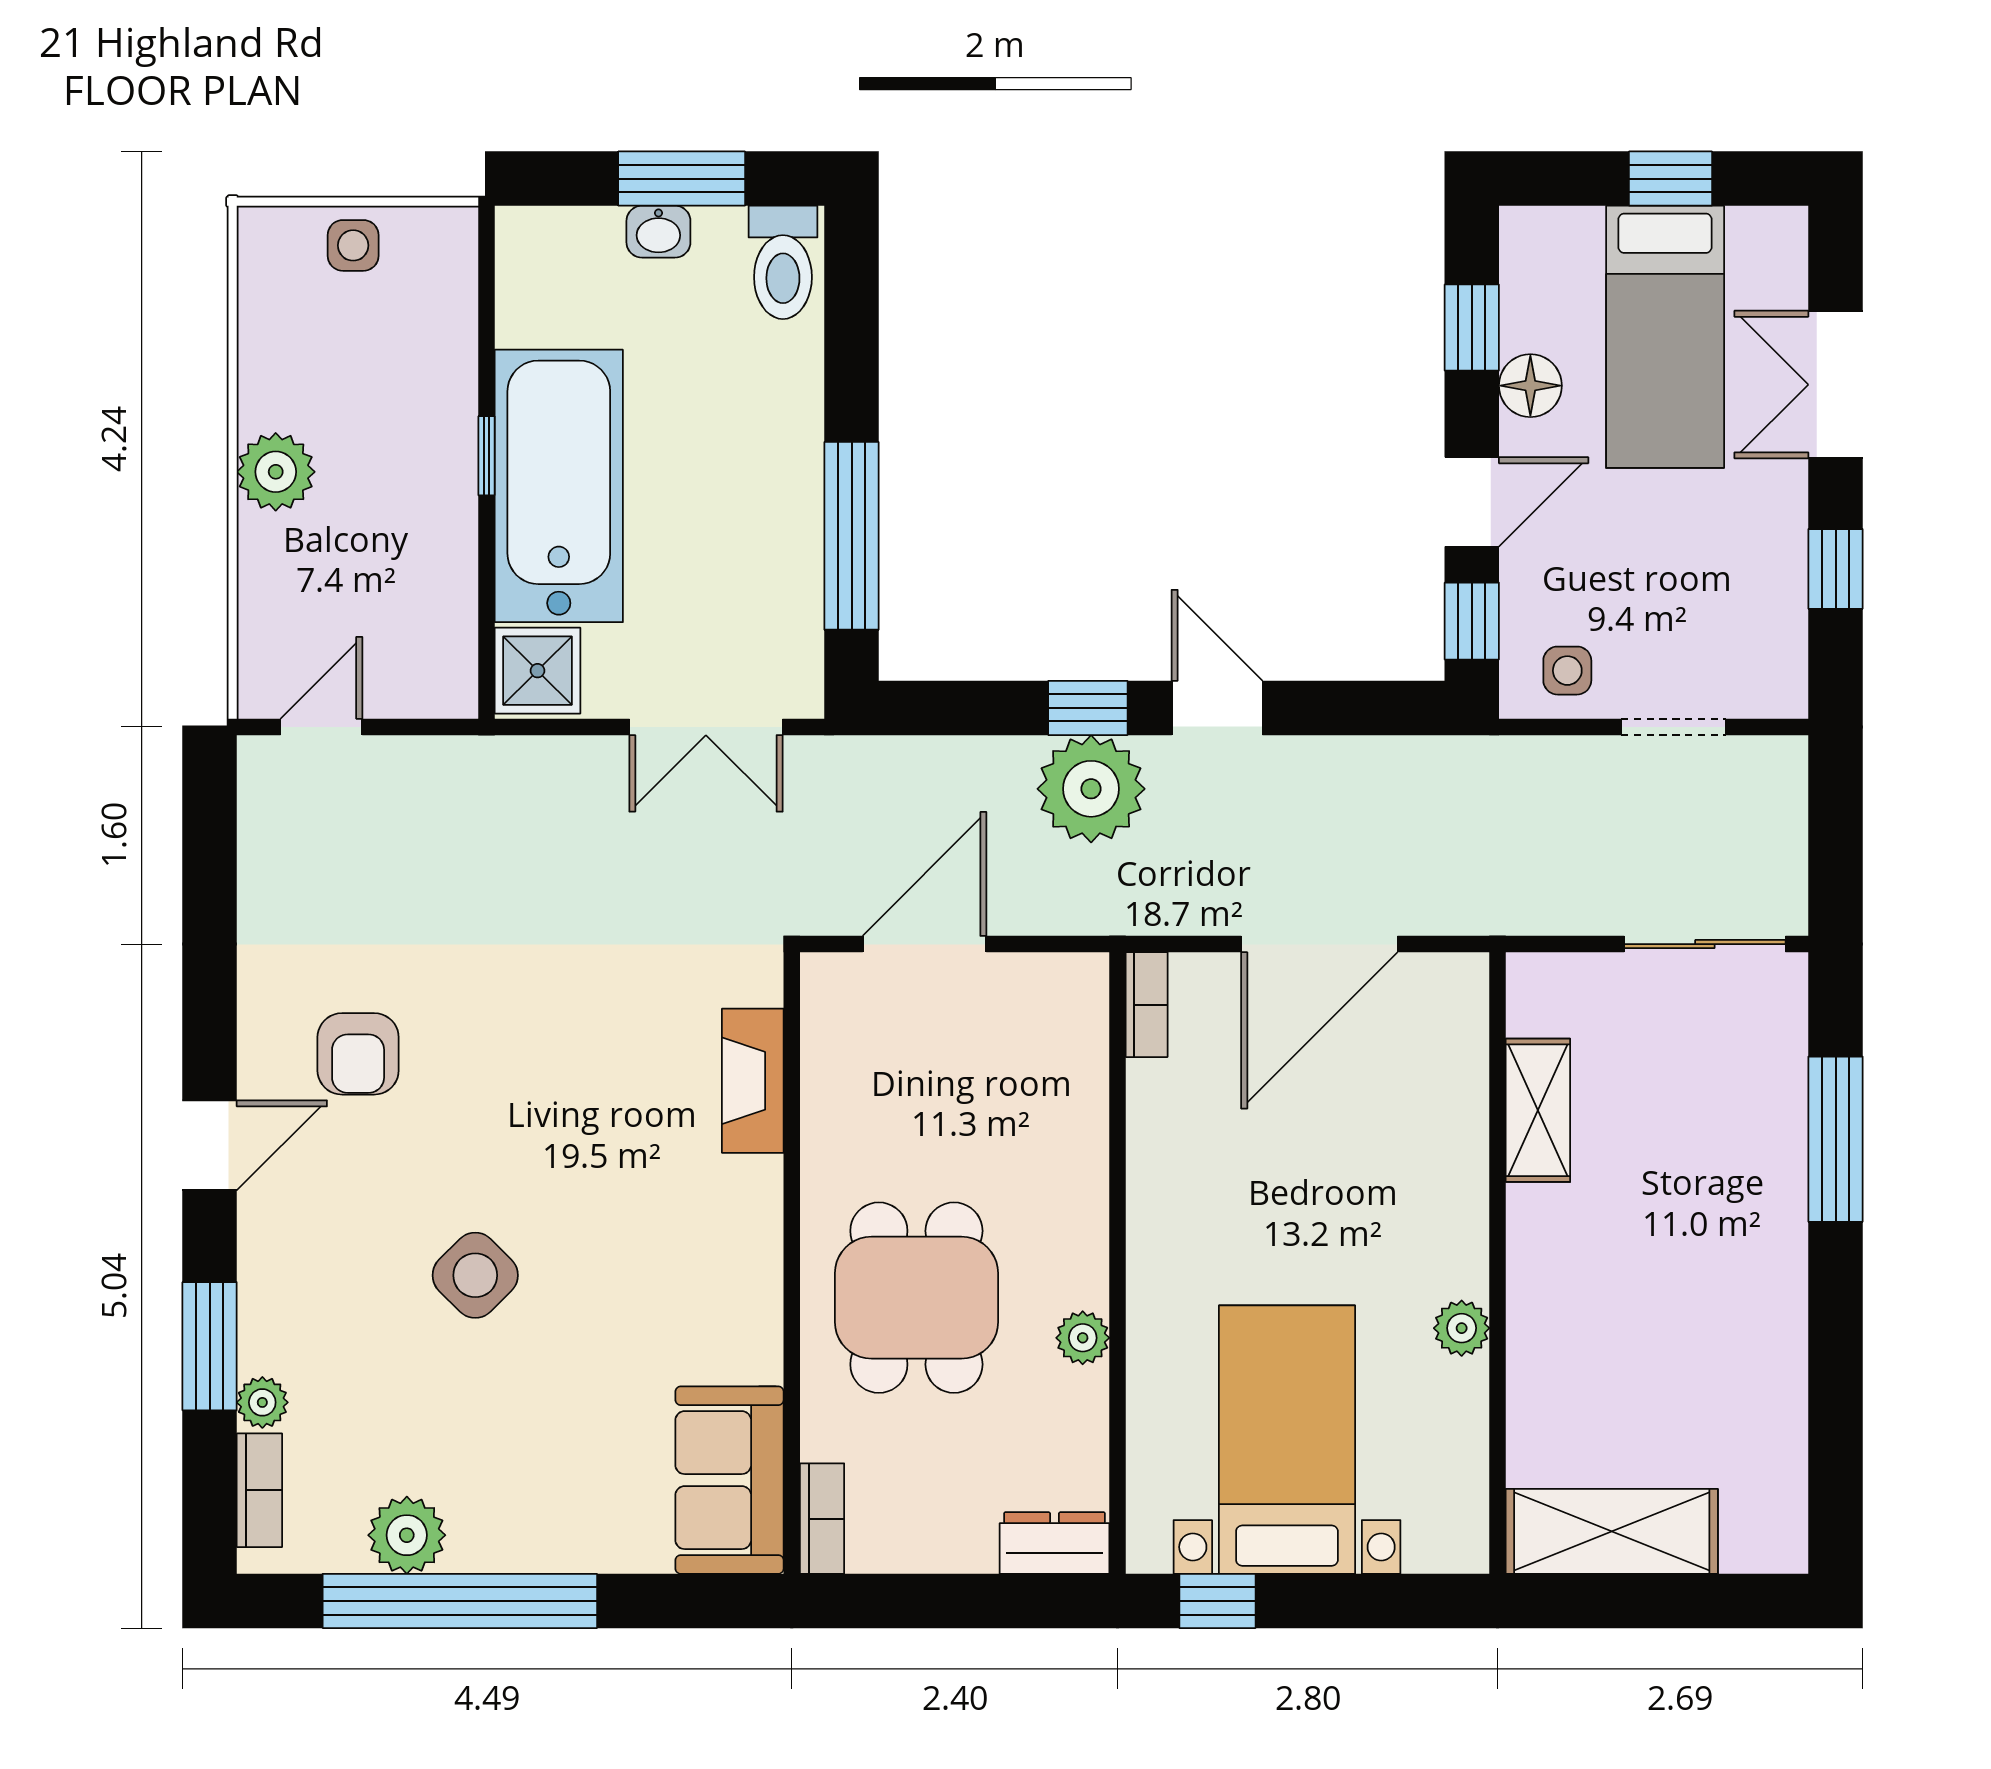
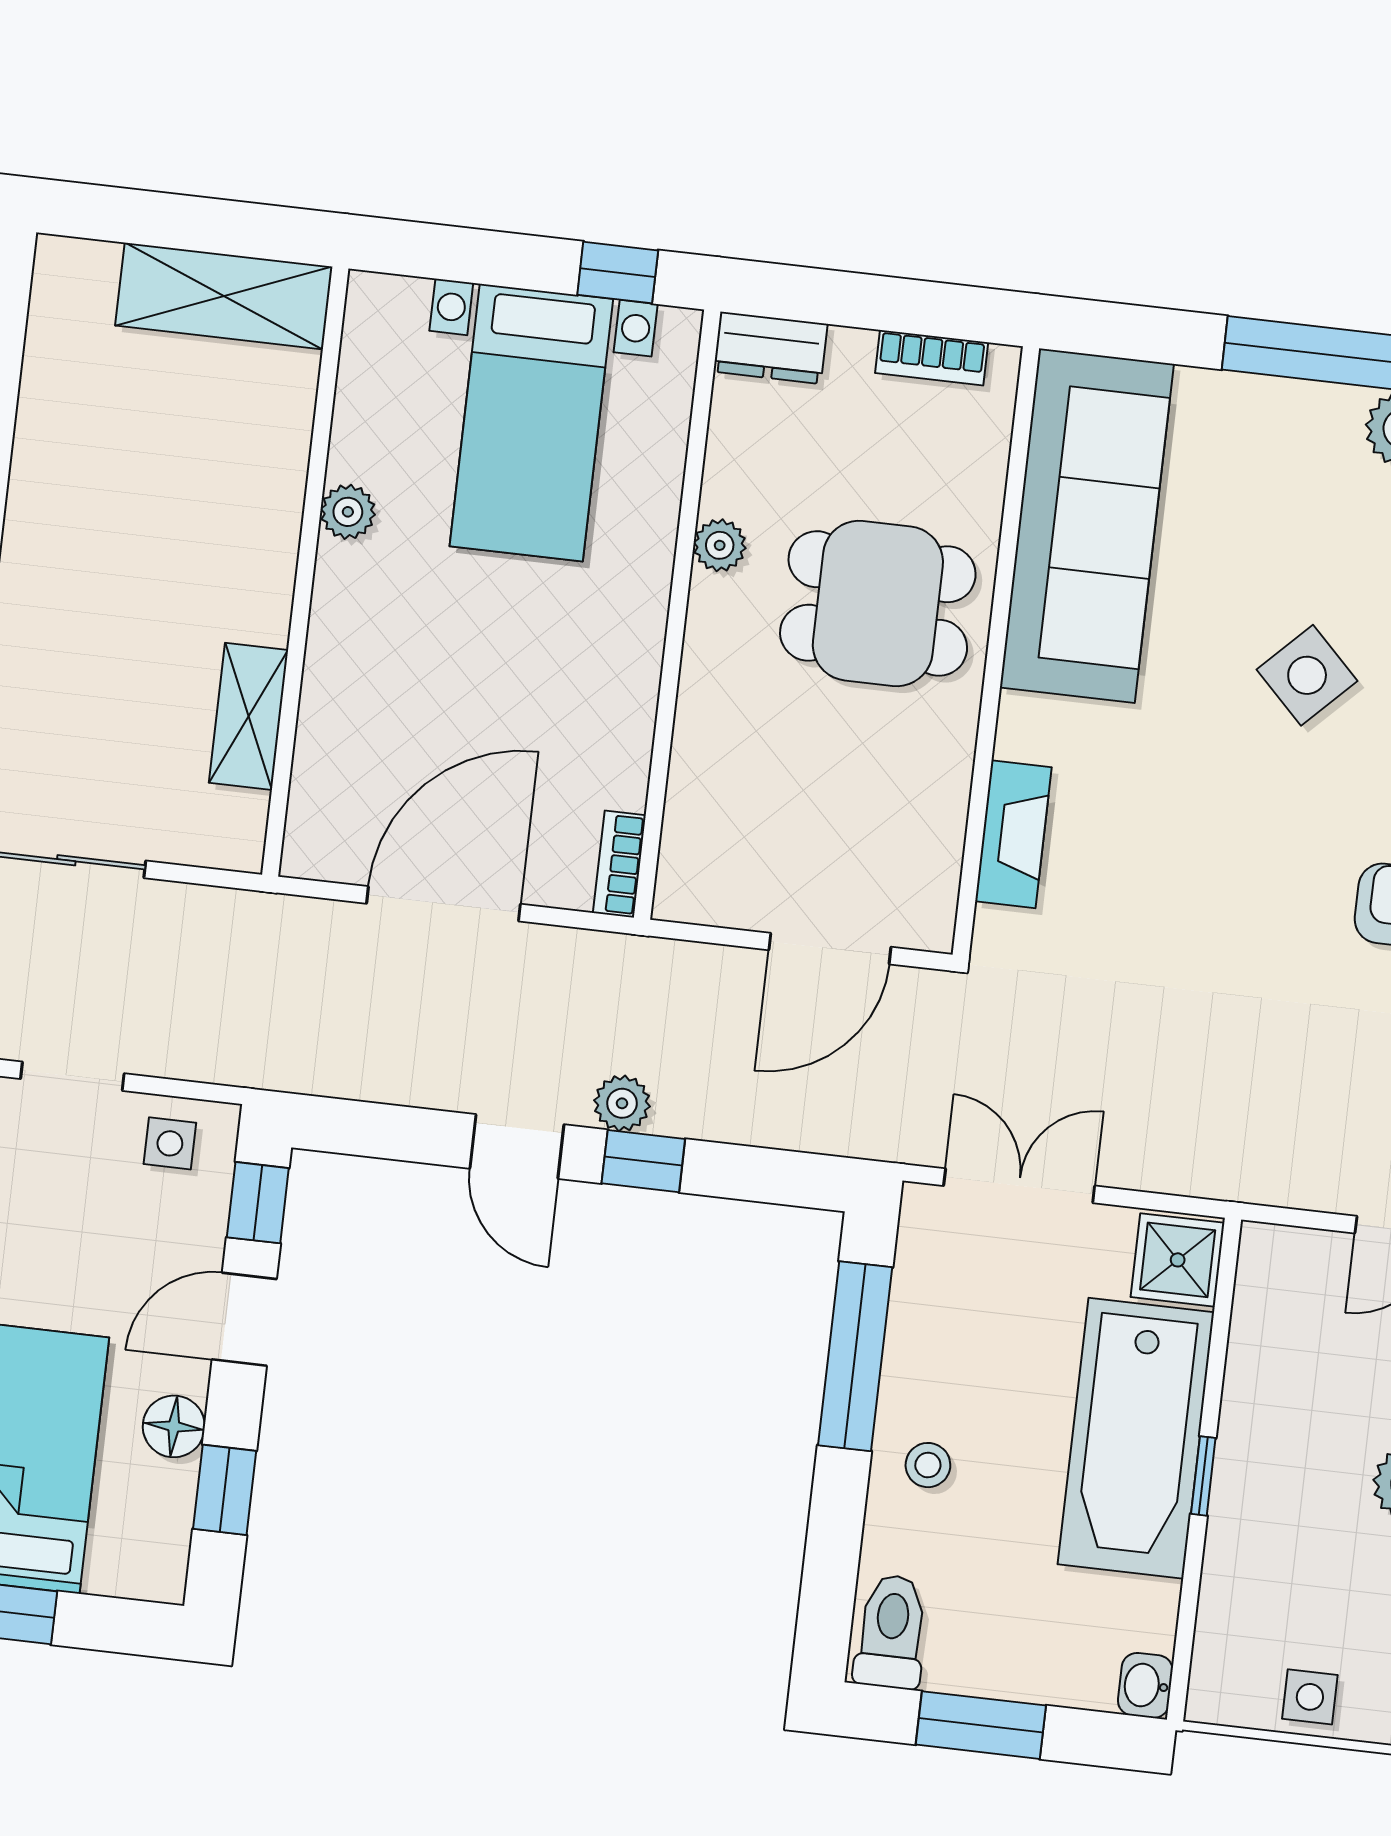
washbasin: (658, 232) -> (1145, 1685), moved, turned -90
stool: (765, 435) -> (928, 1465), added
plant: (1091, 789) -> (622, 1103), width x0.53, depth x0.53
dining table: (916, 1298) -> (878, 603), turned 90
sofa: (729, 1480) -> (1087, 526), width x1.85, depth x1.27
bookcase: (822, 1519) -> (932, 358), moved, turned -90

